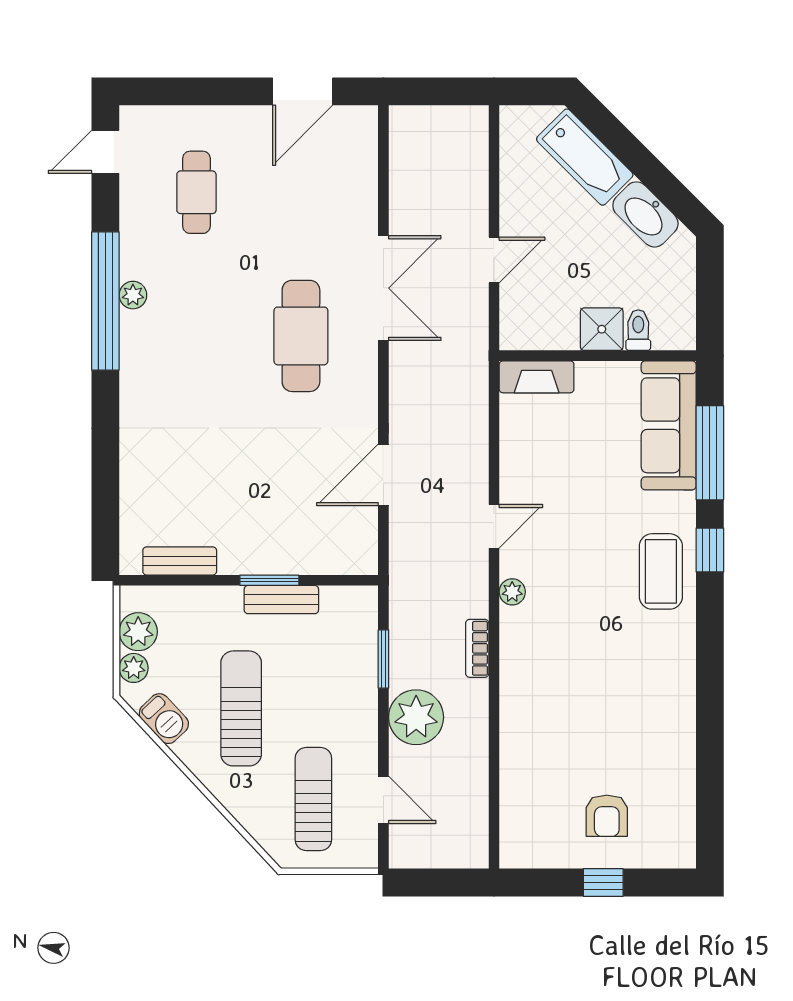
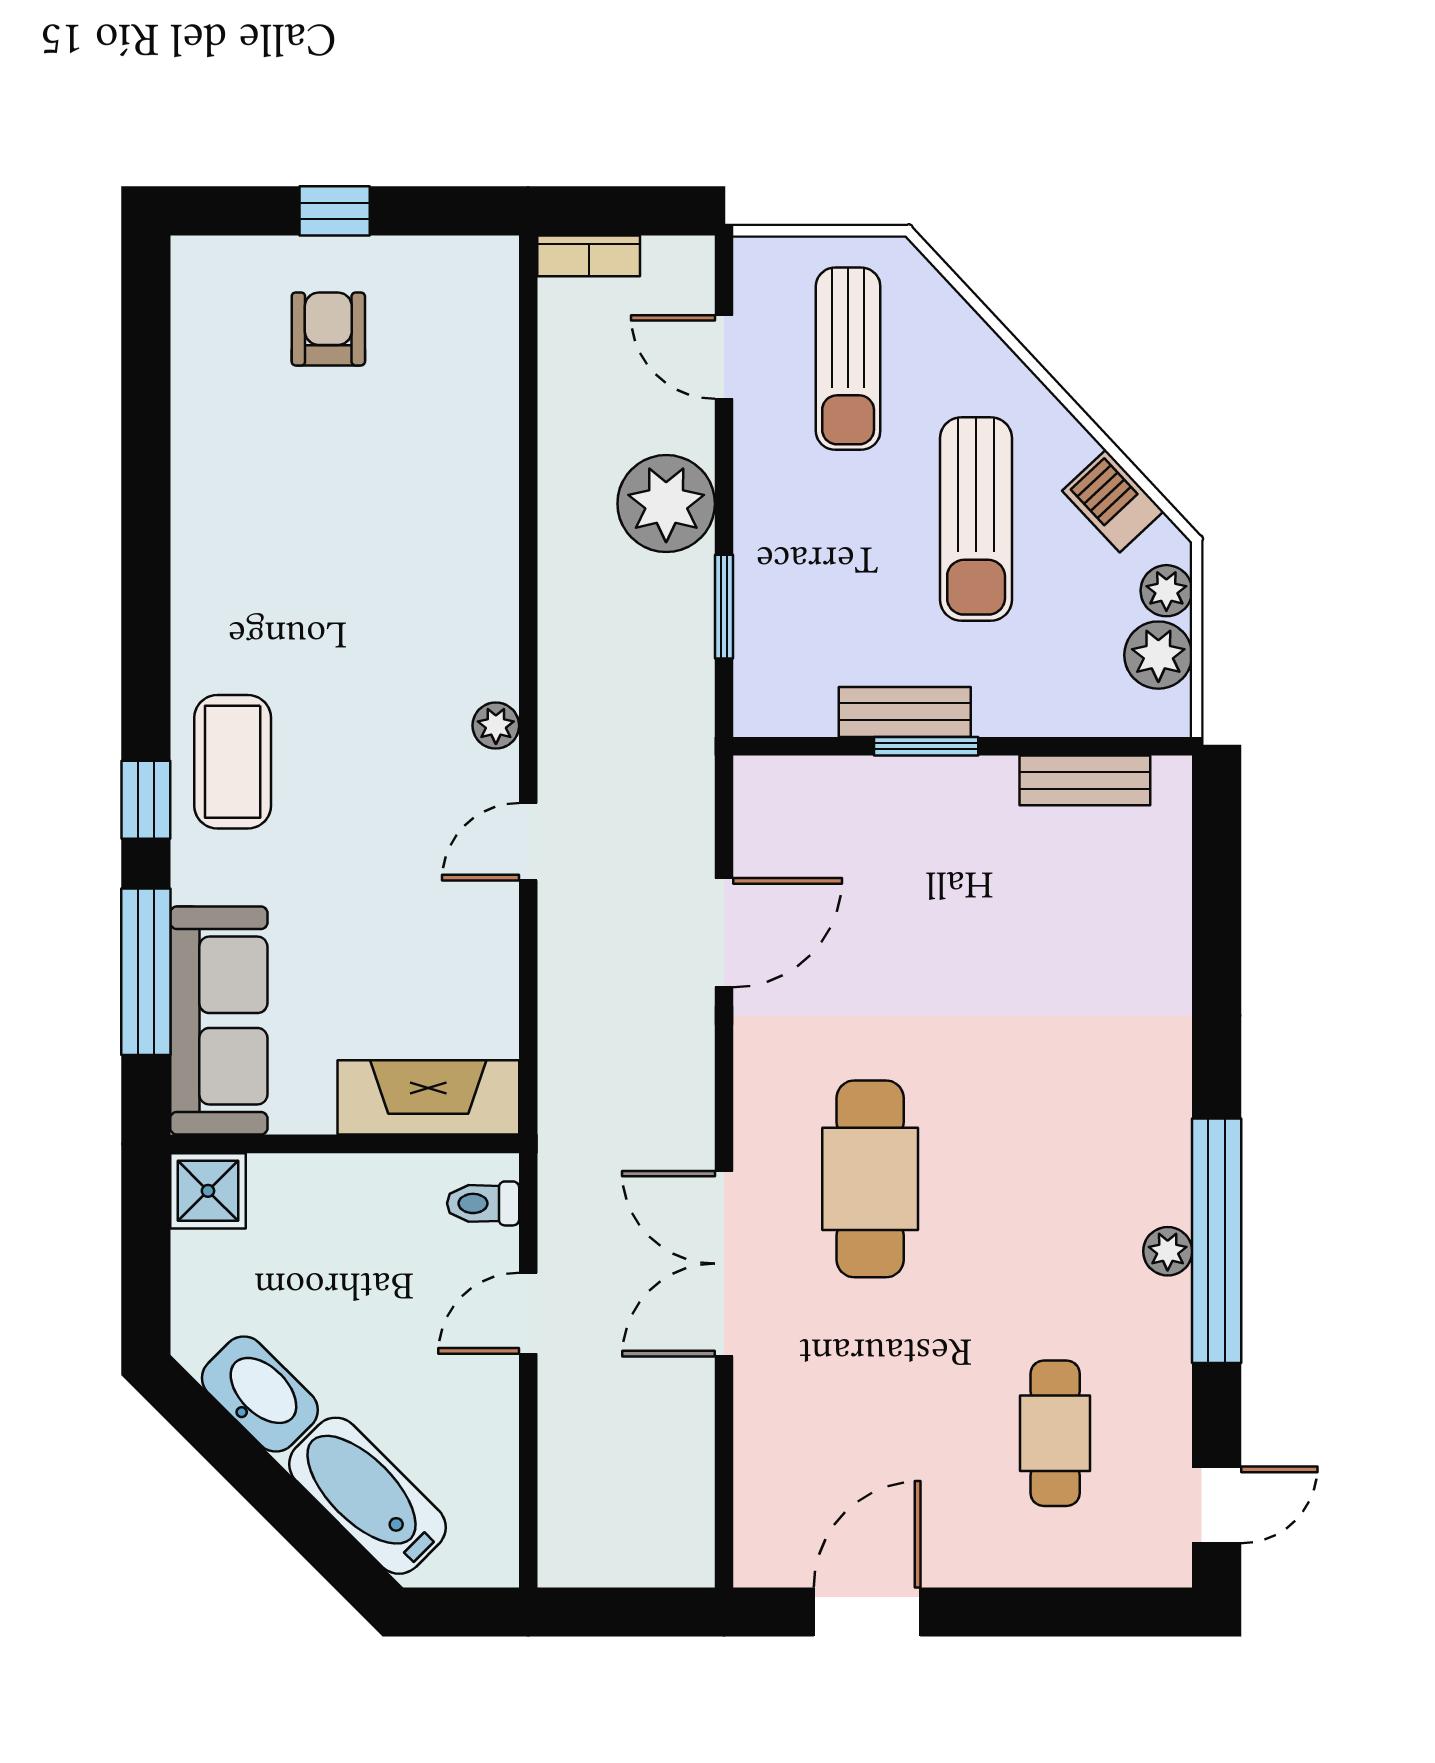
shower: (602, 329) -> (208, 1191), moved
toilet: (638, 330) -> (483, 1203), moved, turned 90
fireplace: (537, 377) -> (428, 1097), width x1.37, depth x1.32
bookcase: (477, 648) -> (589, 256), moved, turned 90

